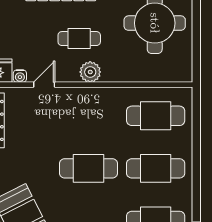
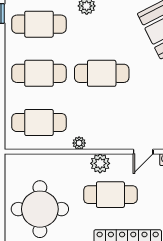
cafe table: (79, 39) -> (110, 195), width x1.37, depth x1.35
plant: (113, 94) -> (79, 143), added

